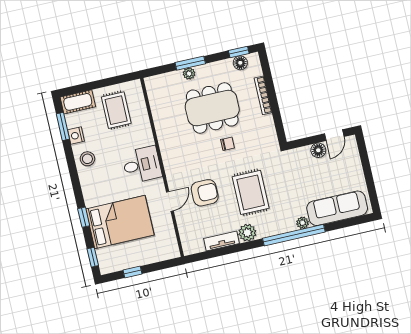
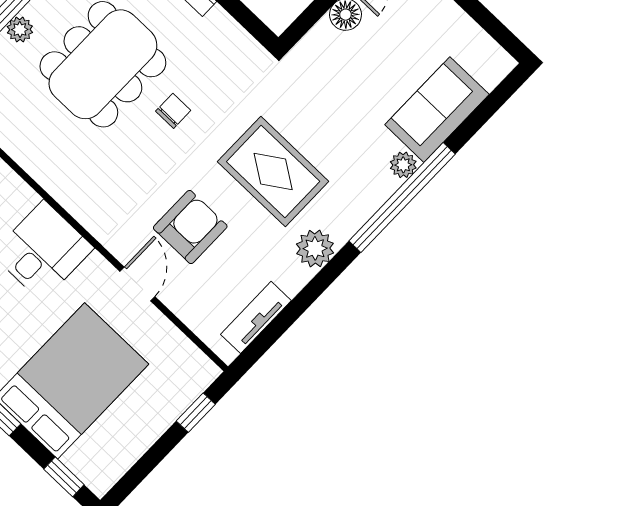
sofa: (337, 208) -> (437, 110), width x0.73
tv unit: (222, 241) -> (256, 317), moved
window: (132, 272) -> (196, 413), moved

